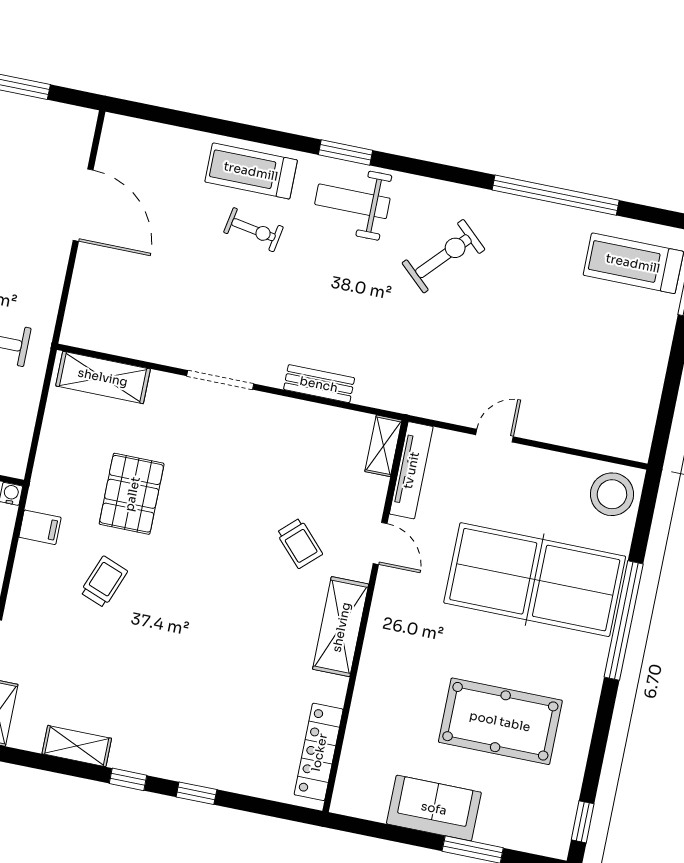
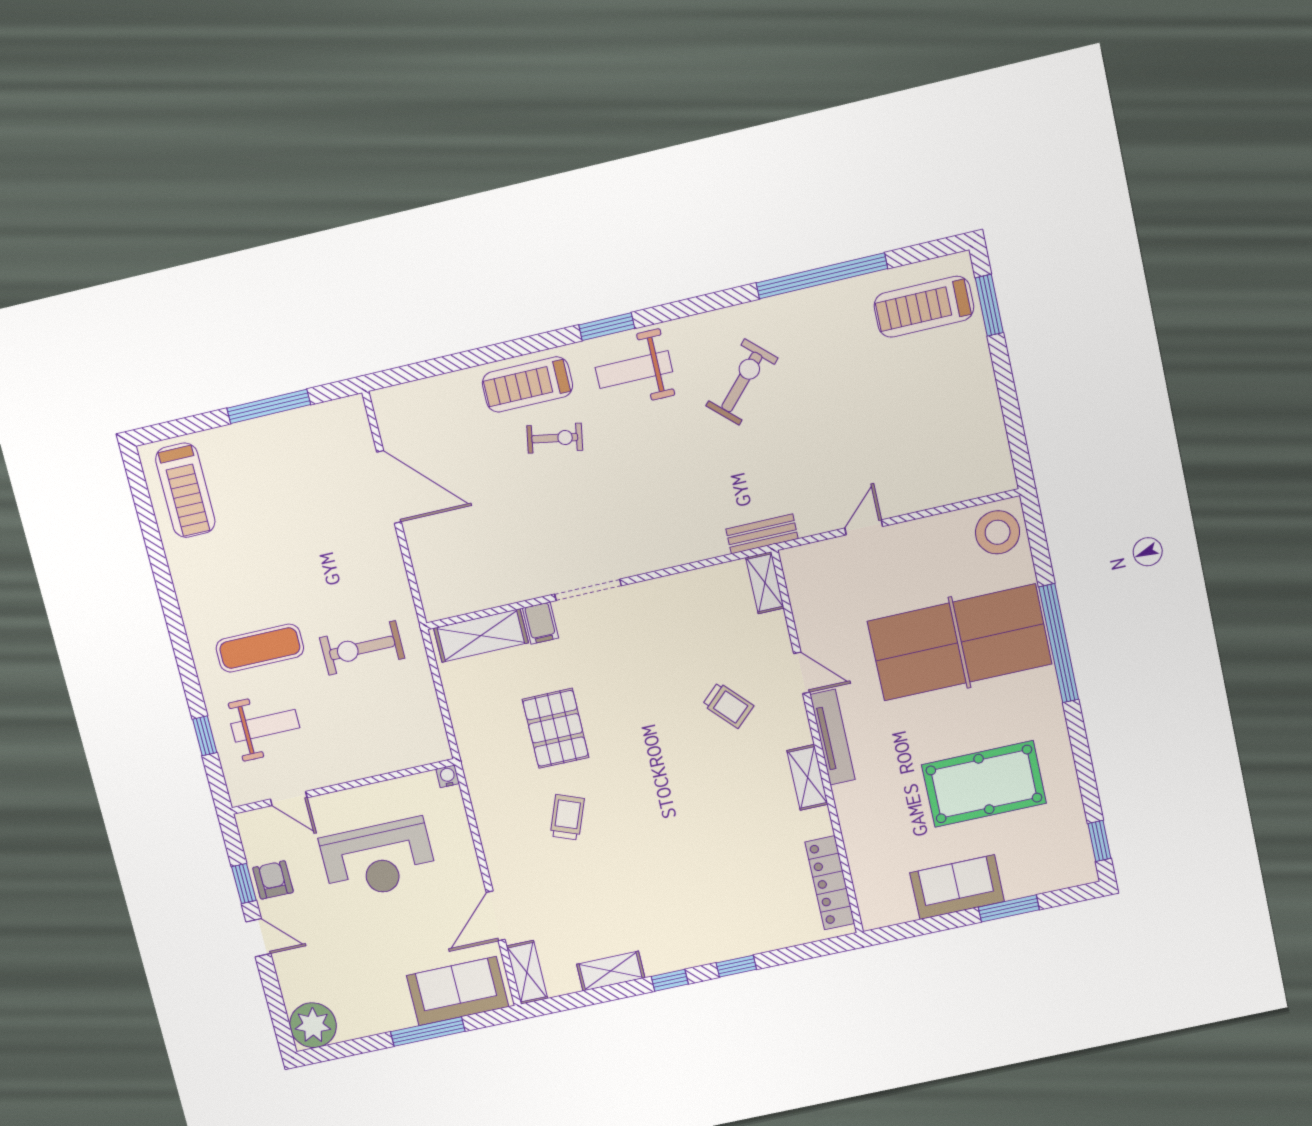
bench: (319, 384) -> (762, 534), moved
tv unit: (411, 470) -> (833, 737), moved
filing cabinet: (40, 527) -> (540, 623), moved, turned 90
shelving: (341, 627) -> (807, 777), width x0.67, depth x0.75

